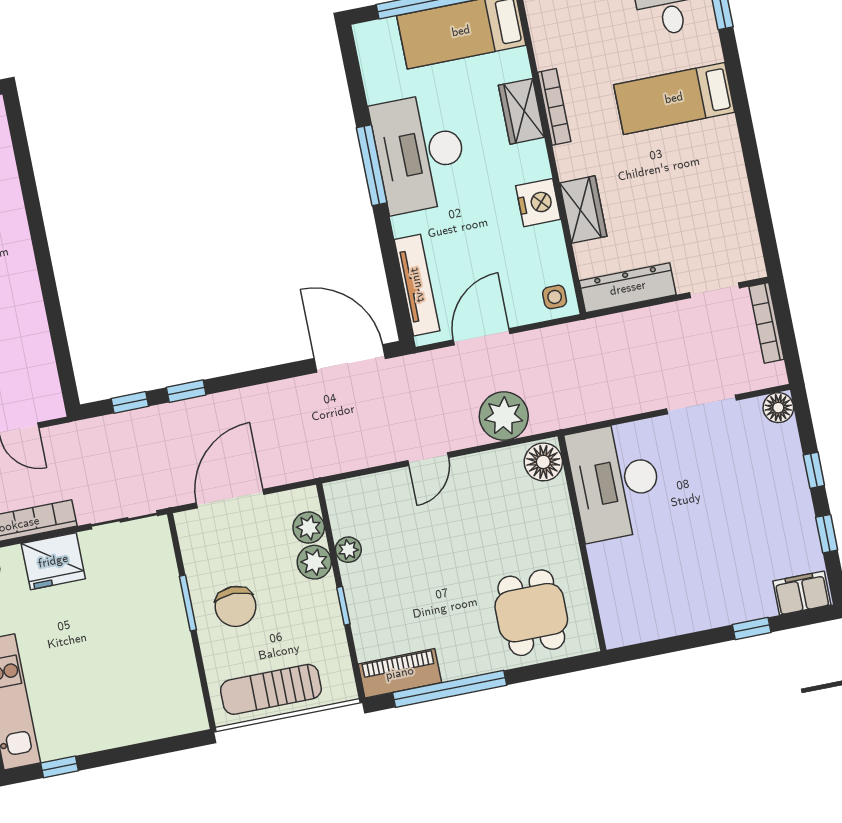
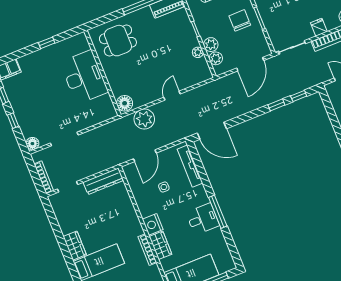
desk: (420, 153) -> (203, 219), width x0.53, depth x0.77
nightstand: (538, 203) -> (153, 224), moved
wardrobe: (583, 210) -> (75, 246), moved, turned 180
side table: (555, 297) -> (164, 187), moved
door: (482, 337) -> (145, 156), moved
desk: (615, 481) -> (84, 77), moved
fridge: (53, 561) -> (319, 27), width x0.53, depth x0.75
dining table: (531, 613) -> (118, 41), turned 90
window: (752, 629) -> (47, 43), moved

